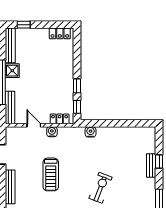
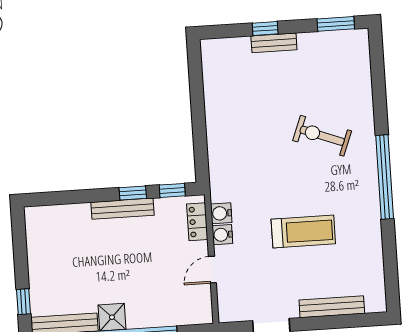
locker: (60, 33) -> (36, 232), removed
bench: (10, 108) -> (123, 209), moved
water cooler: (91, 132) -> (221, 213), moved

